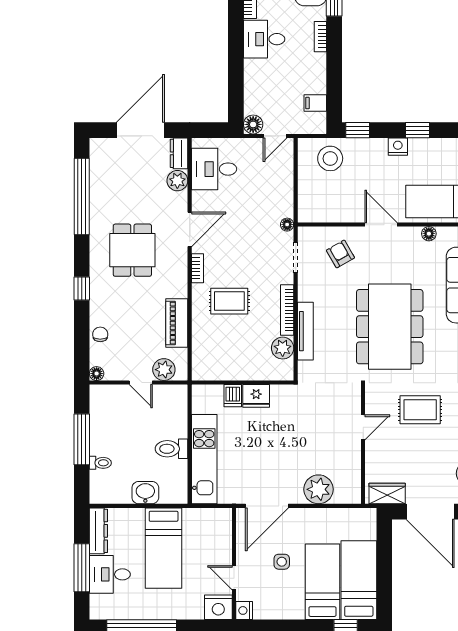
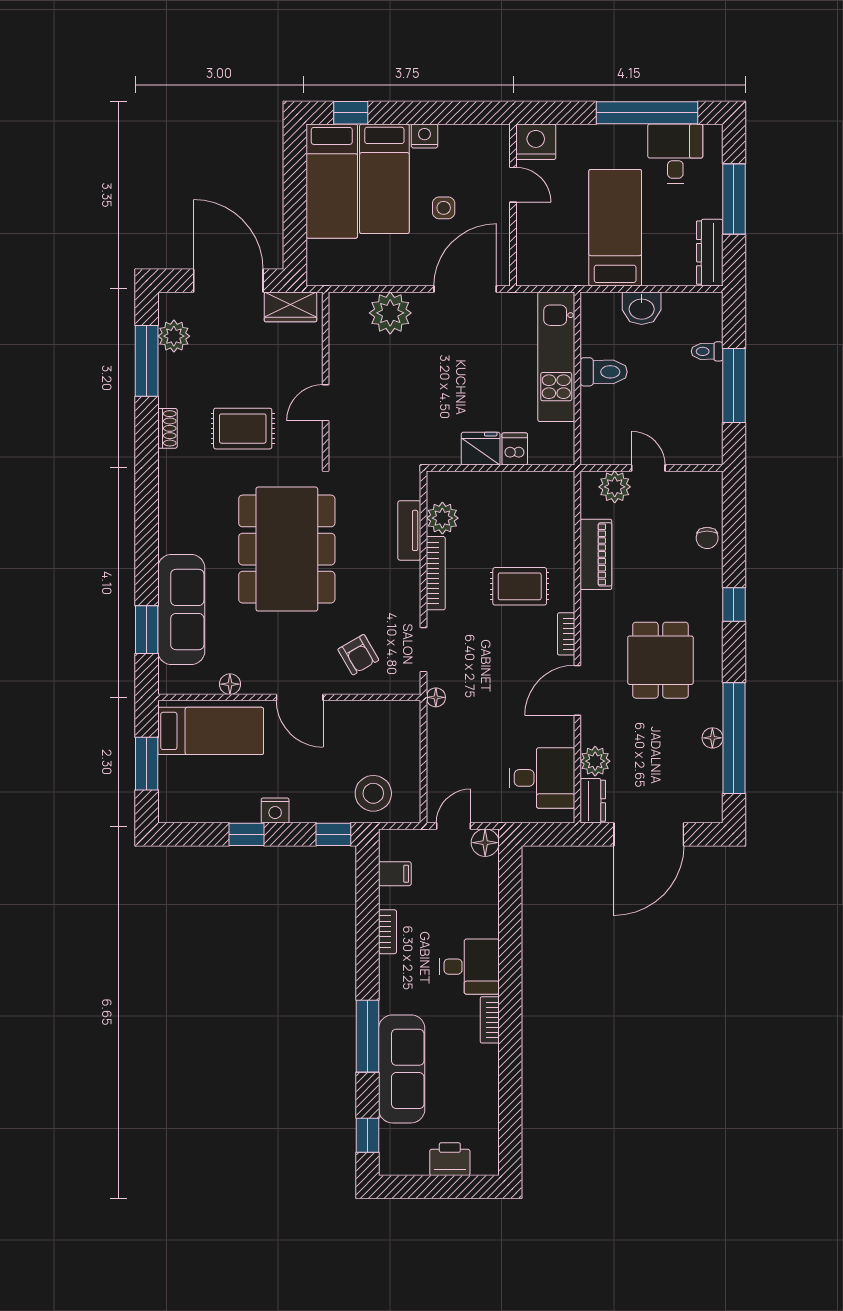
bookcase: (320, 37) -> (388, 932), moved
tv unit: (305, 331) -> (409, 530), width x0.71
floor lamp: (97, 374) -> (712, 738), moved
desk: (110, 574) -> (675, 153), moved, turned -90
nightstand: (244, 610) -> (424, 136), moved, turned -90

